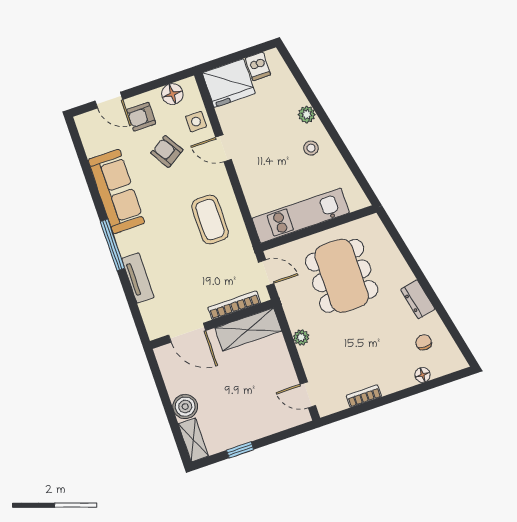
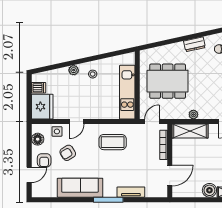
shelving: (248, 329) -> (190, 131), moved, turned 90

